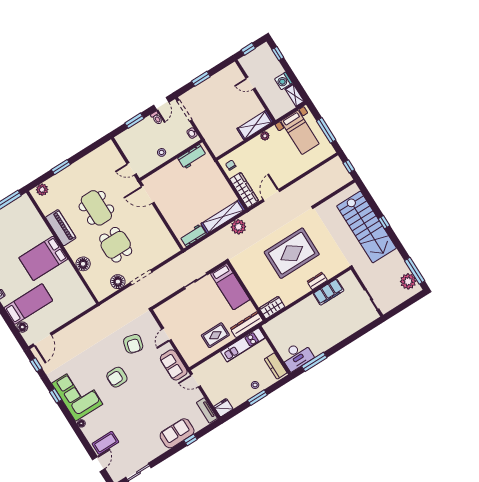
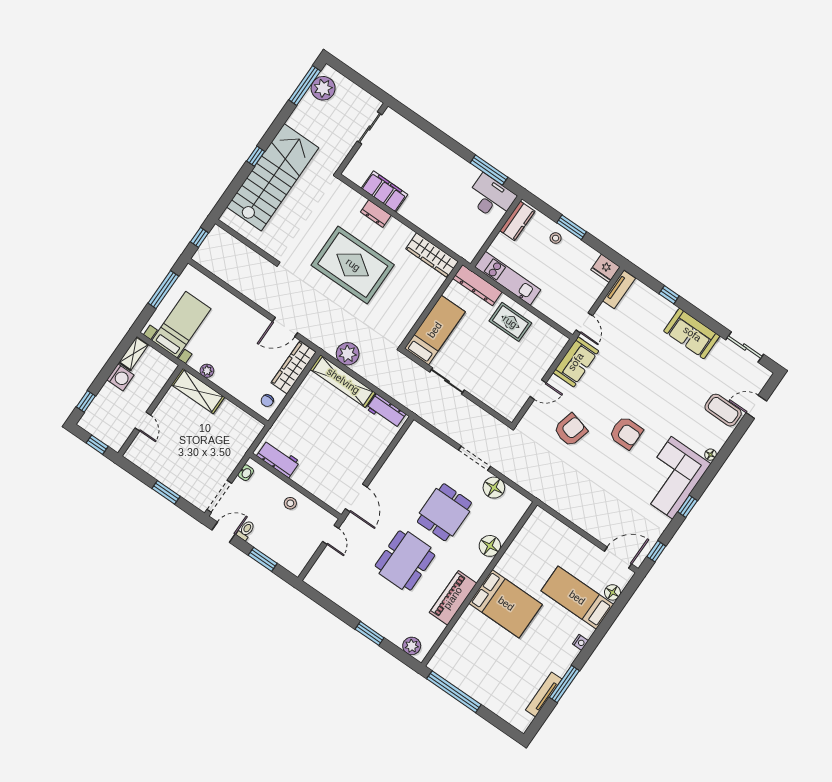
wardrobe: (272, 308) -> (432, 255), width x1.50
sofa: (177, 433) -> (692, 334), moved

